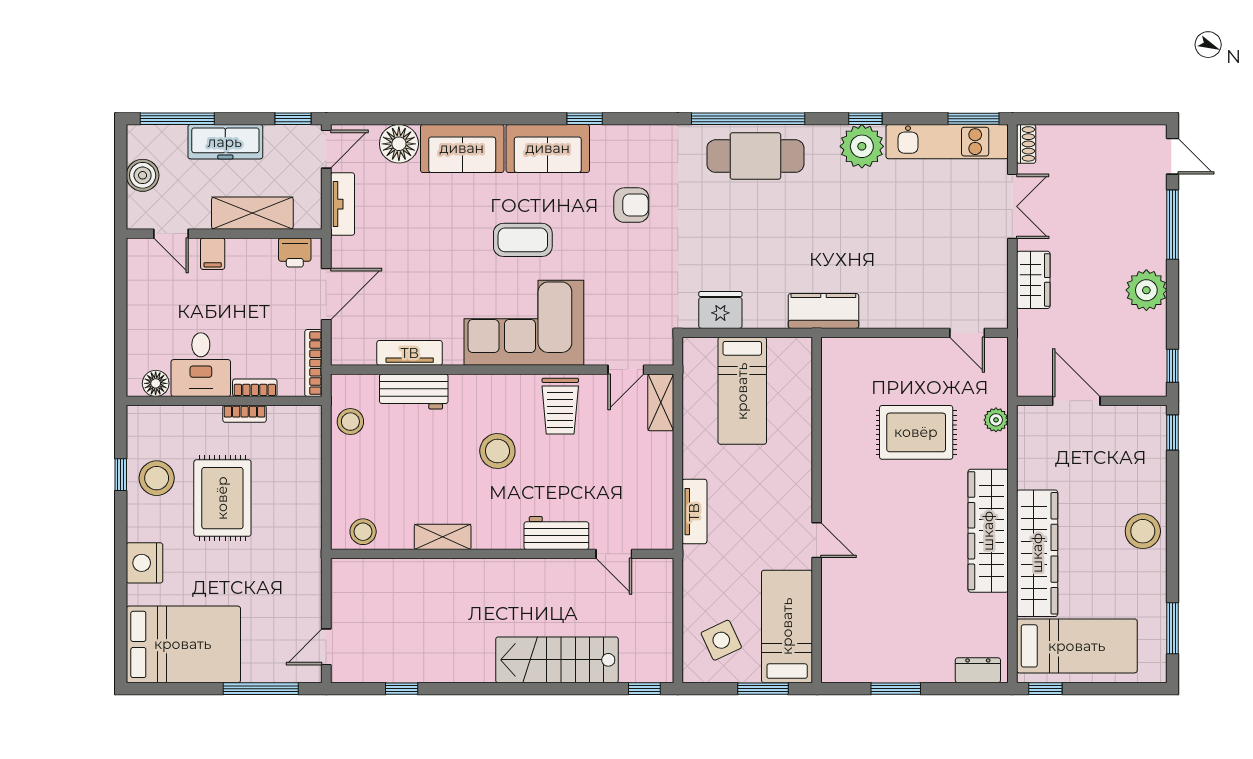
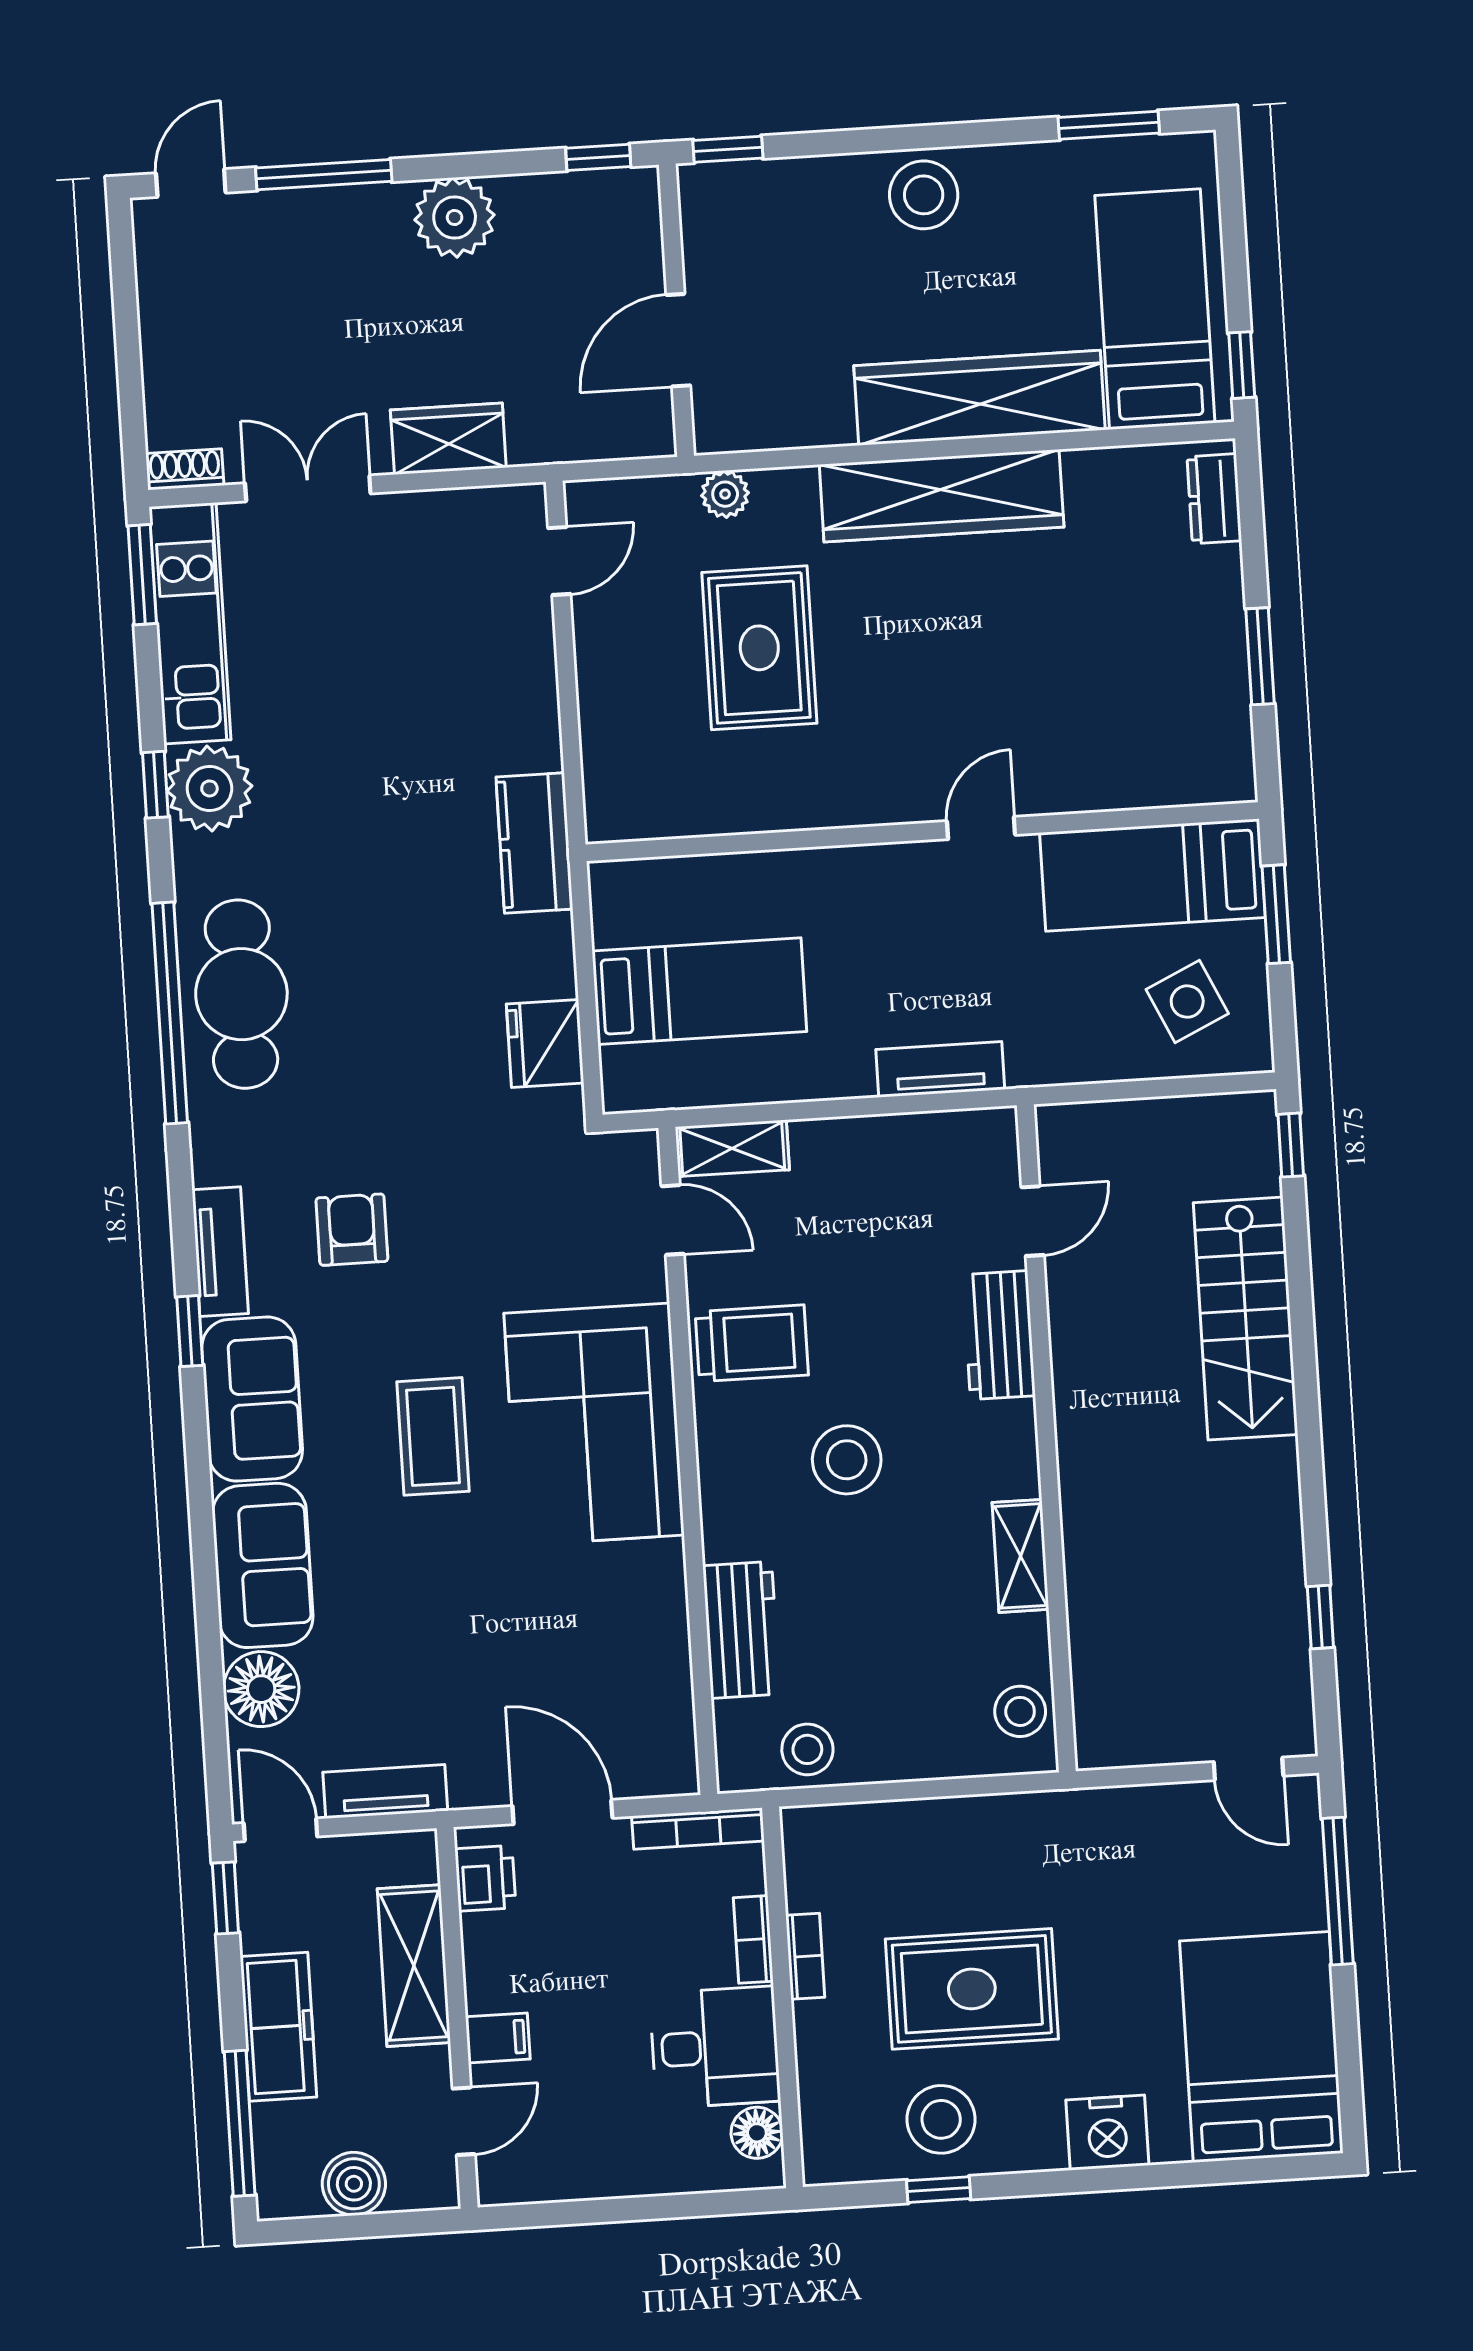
tv unit: (410, 353) -> (220, 1252), moved, turned 180

